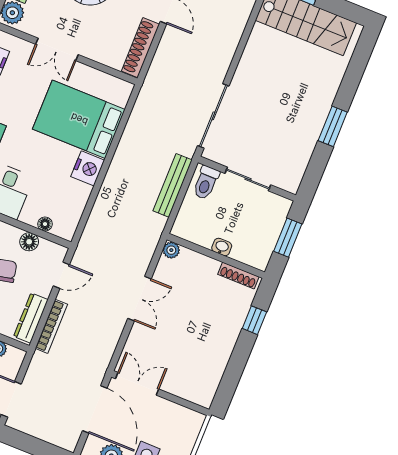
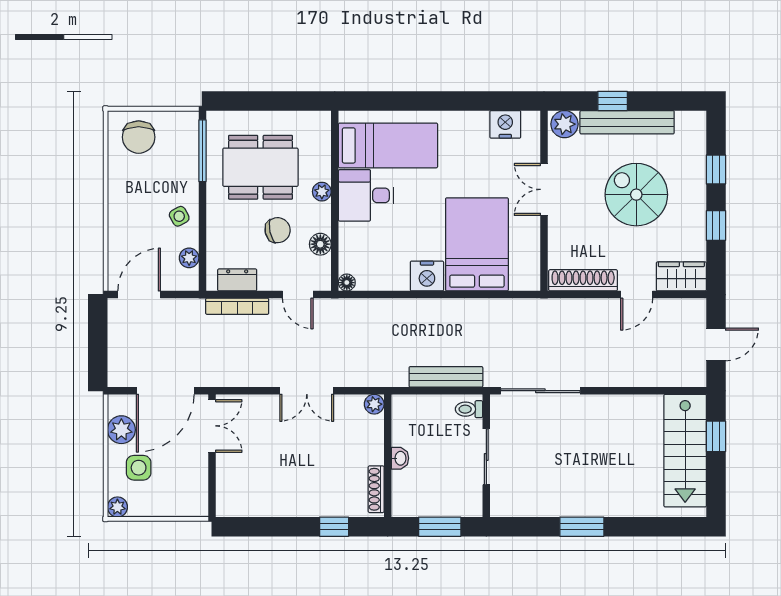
toilet: (206, 183) -> (469, 409), width x0.73, depth x0.72
floor lamp: (45, 224) -> (347, 283), moved
dresser: (31, 318) -> (237, 280), width x0.70

